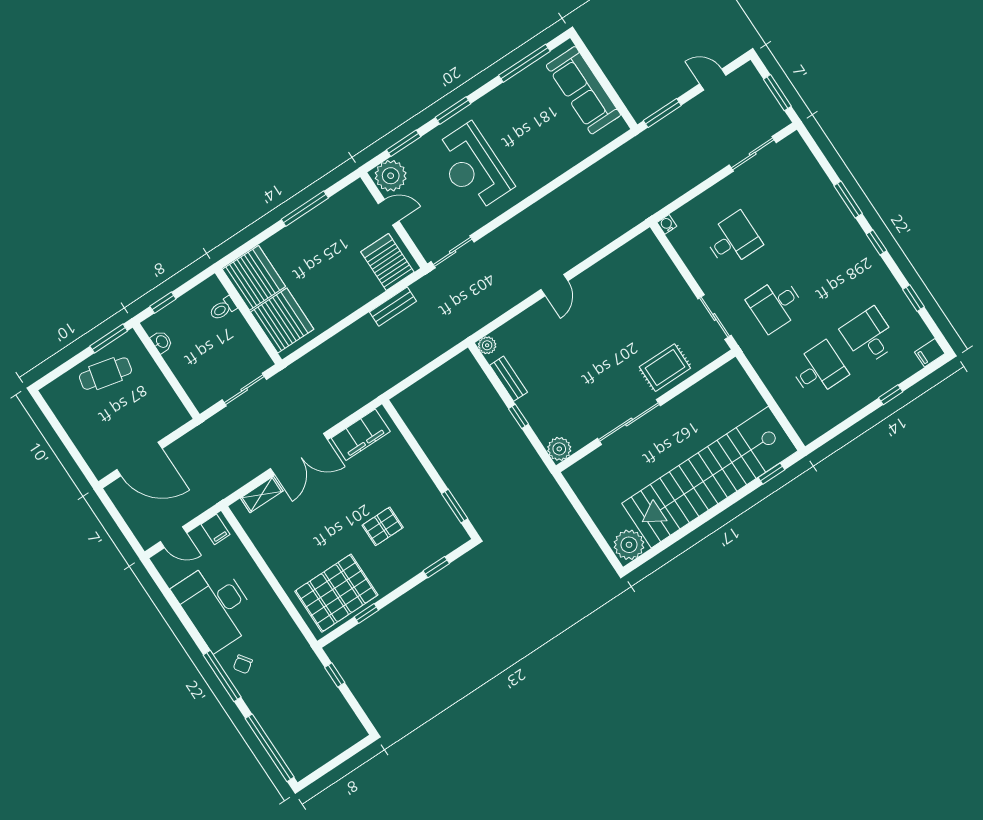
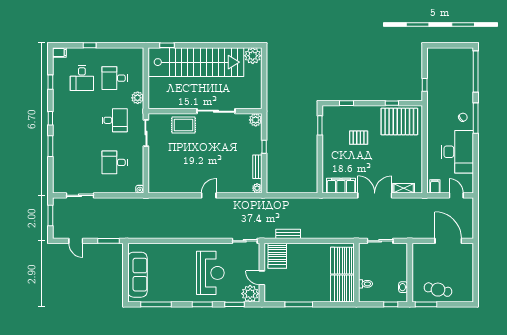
plant: (763, 363) -> (138, 98), added

